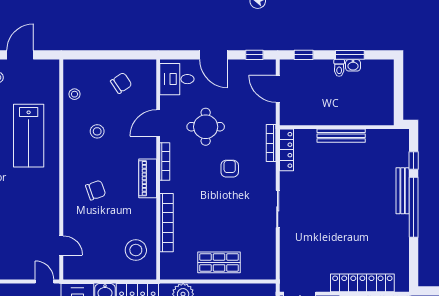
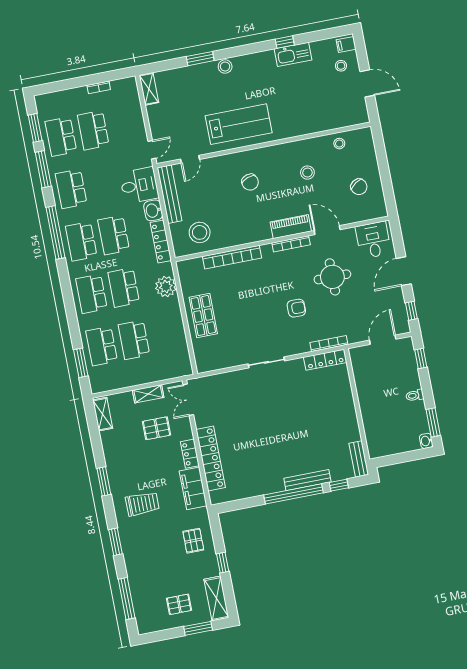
window: (350, 55) -> (433, 422), moved
washbasin: (353, 65) -> (426, 441), moved
lab bench: (29, 136) -> (239, 124), moved, turned 180
bench: (341, 136) -> (359, 459), moved, width x0.73
piano: (148, 178) -> (291, 227), moved
bench: (92, 272) -> (170, 194), added

